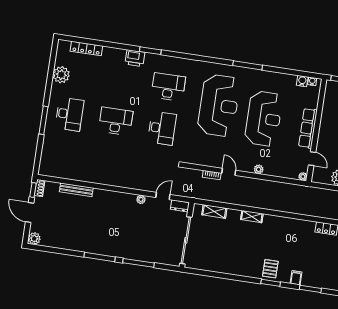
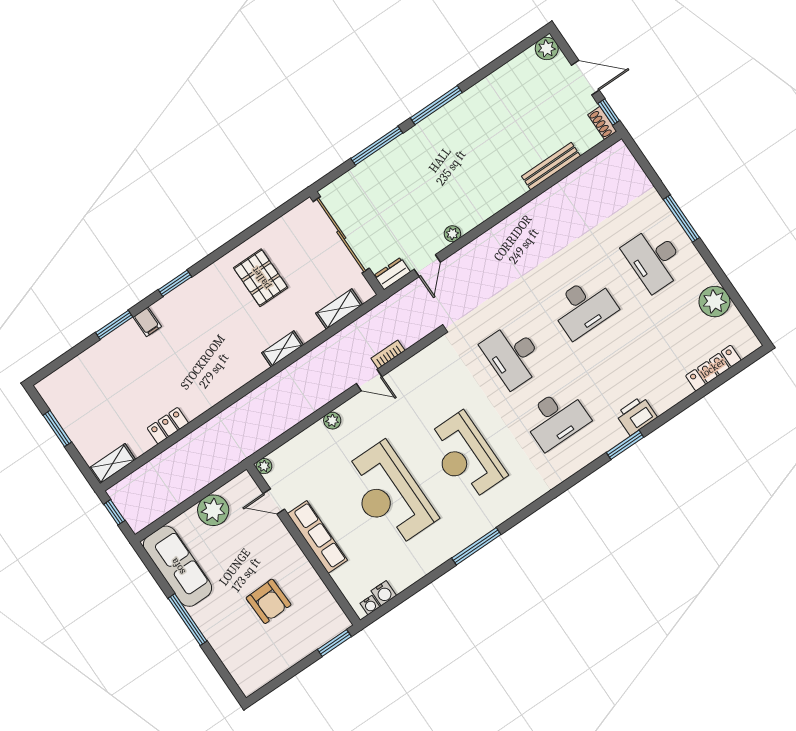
reception desk: (219, 105) -> (465, 456), width x0.74, depth x0.77
pallet: (270, 269) -> (261, 278), moved, width x1.50, depth x1.42

